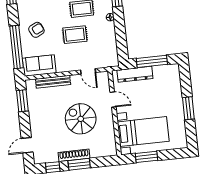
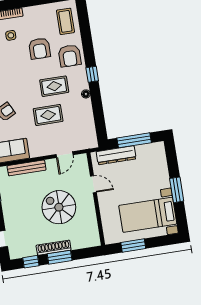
door: (88, 71) -> (64, 155), hinge flipped
bed with nightstands: (143, 132) -> (148, 215), moved, turned 180

